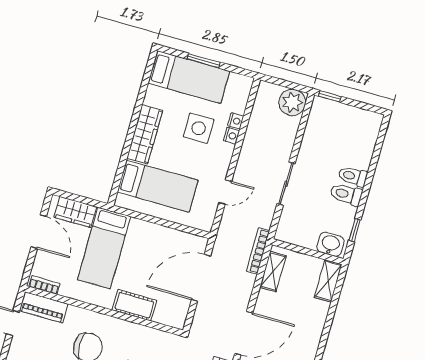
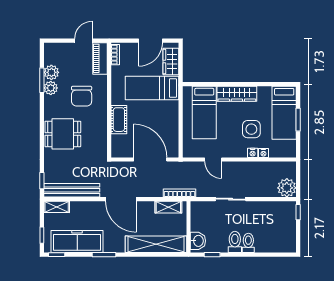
shelving: (328, 281) -> (156, 244), width x2.20, depth x1.33

